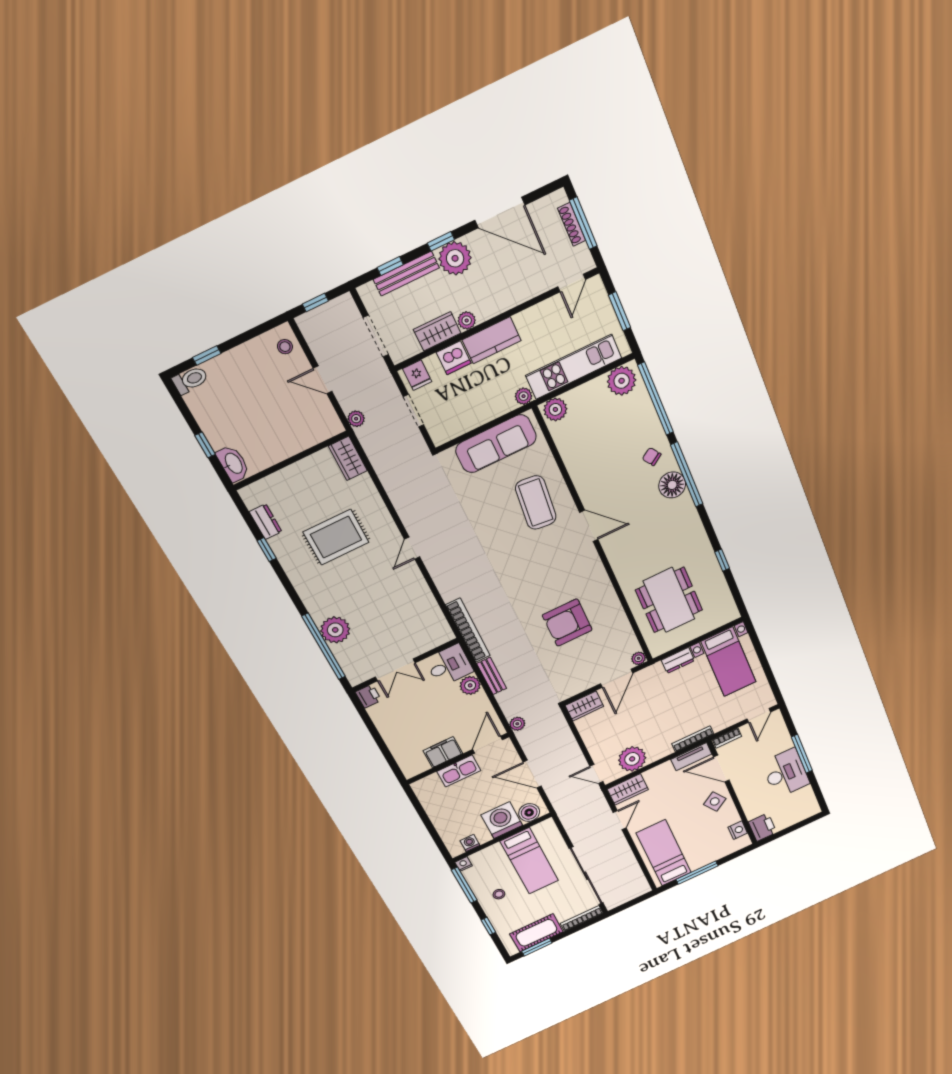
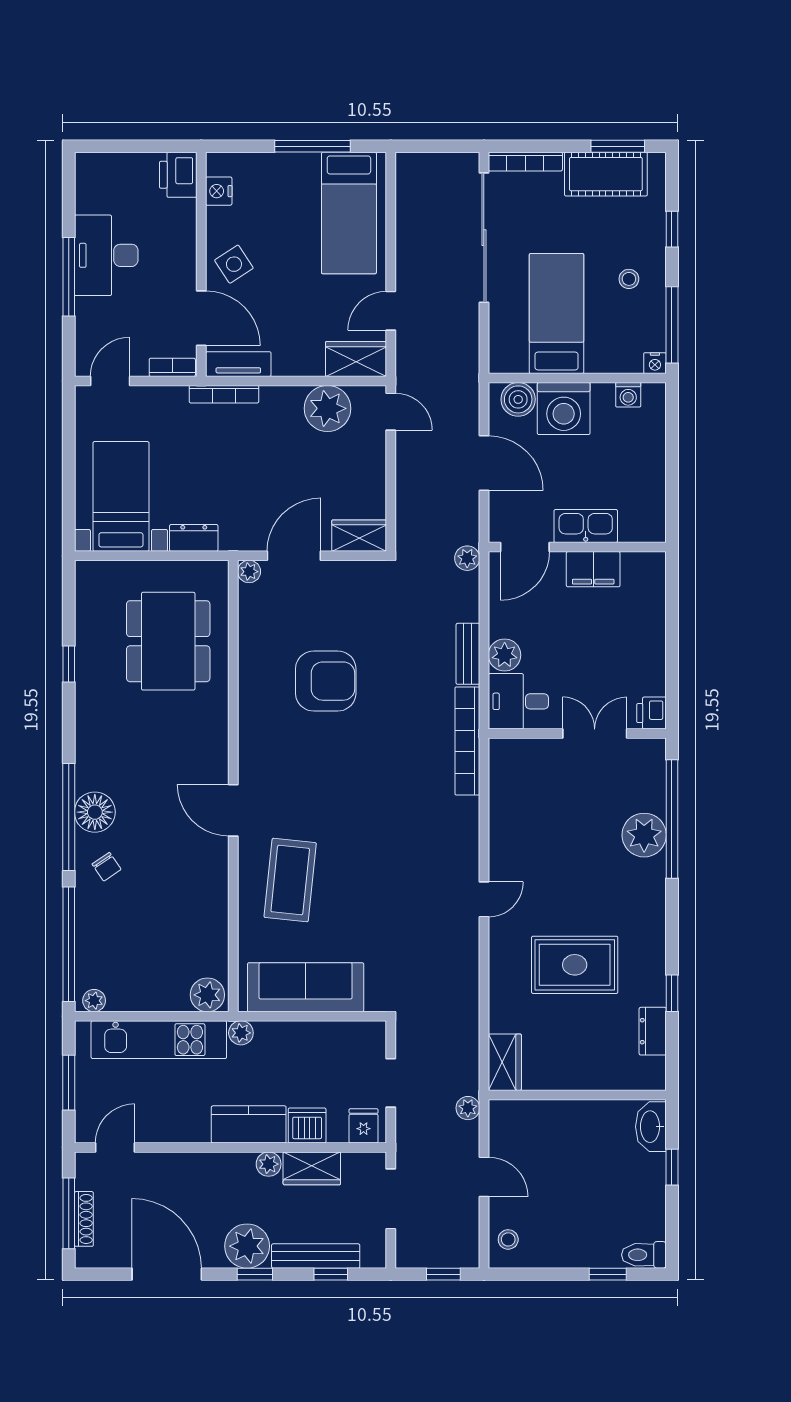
plant: (622, 381) -> (94, 1001), width x0.53, depth x0.53

